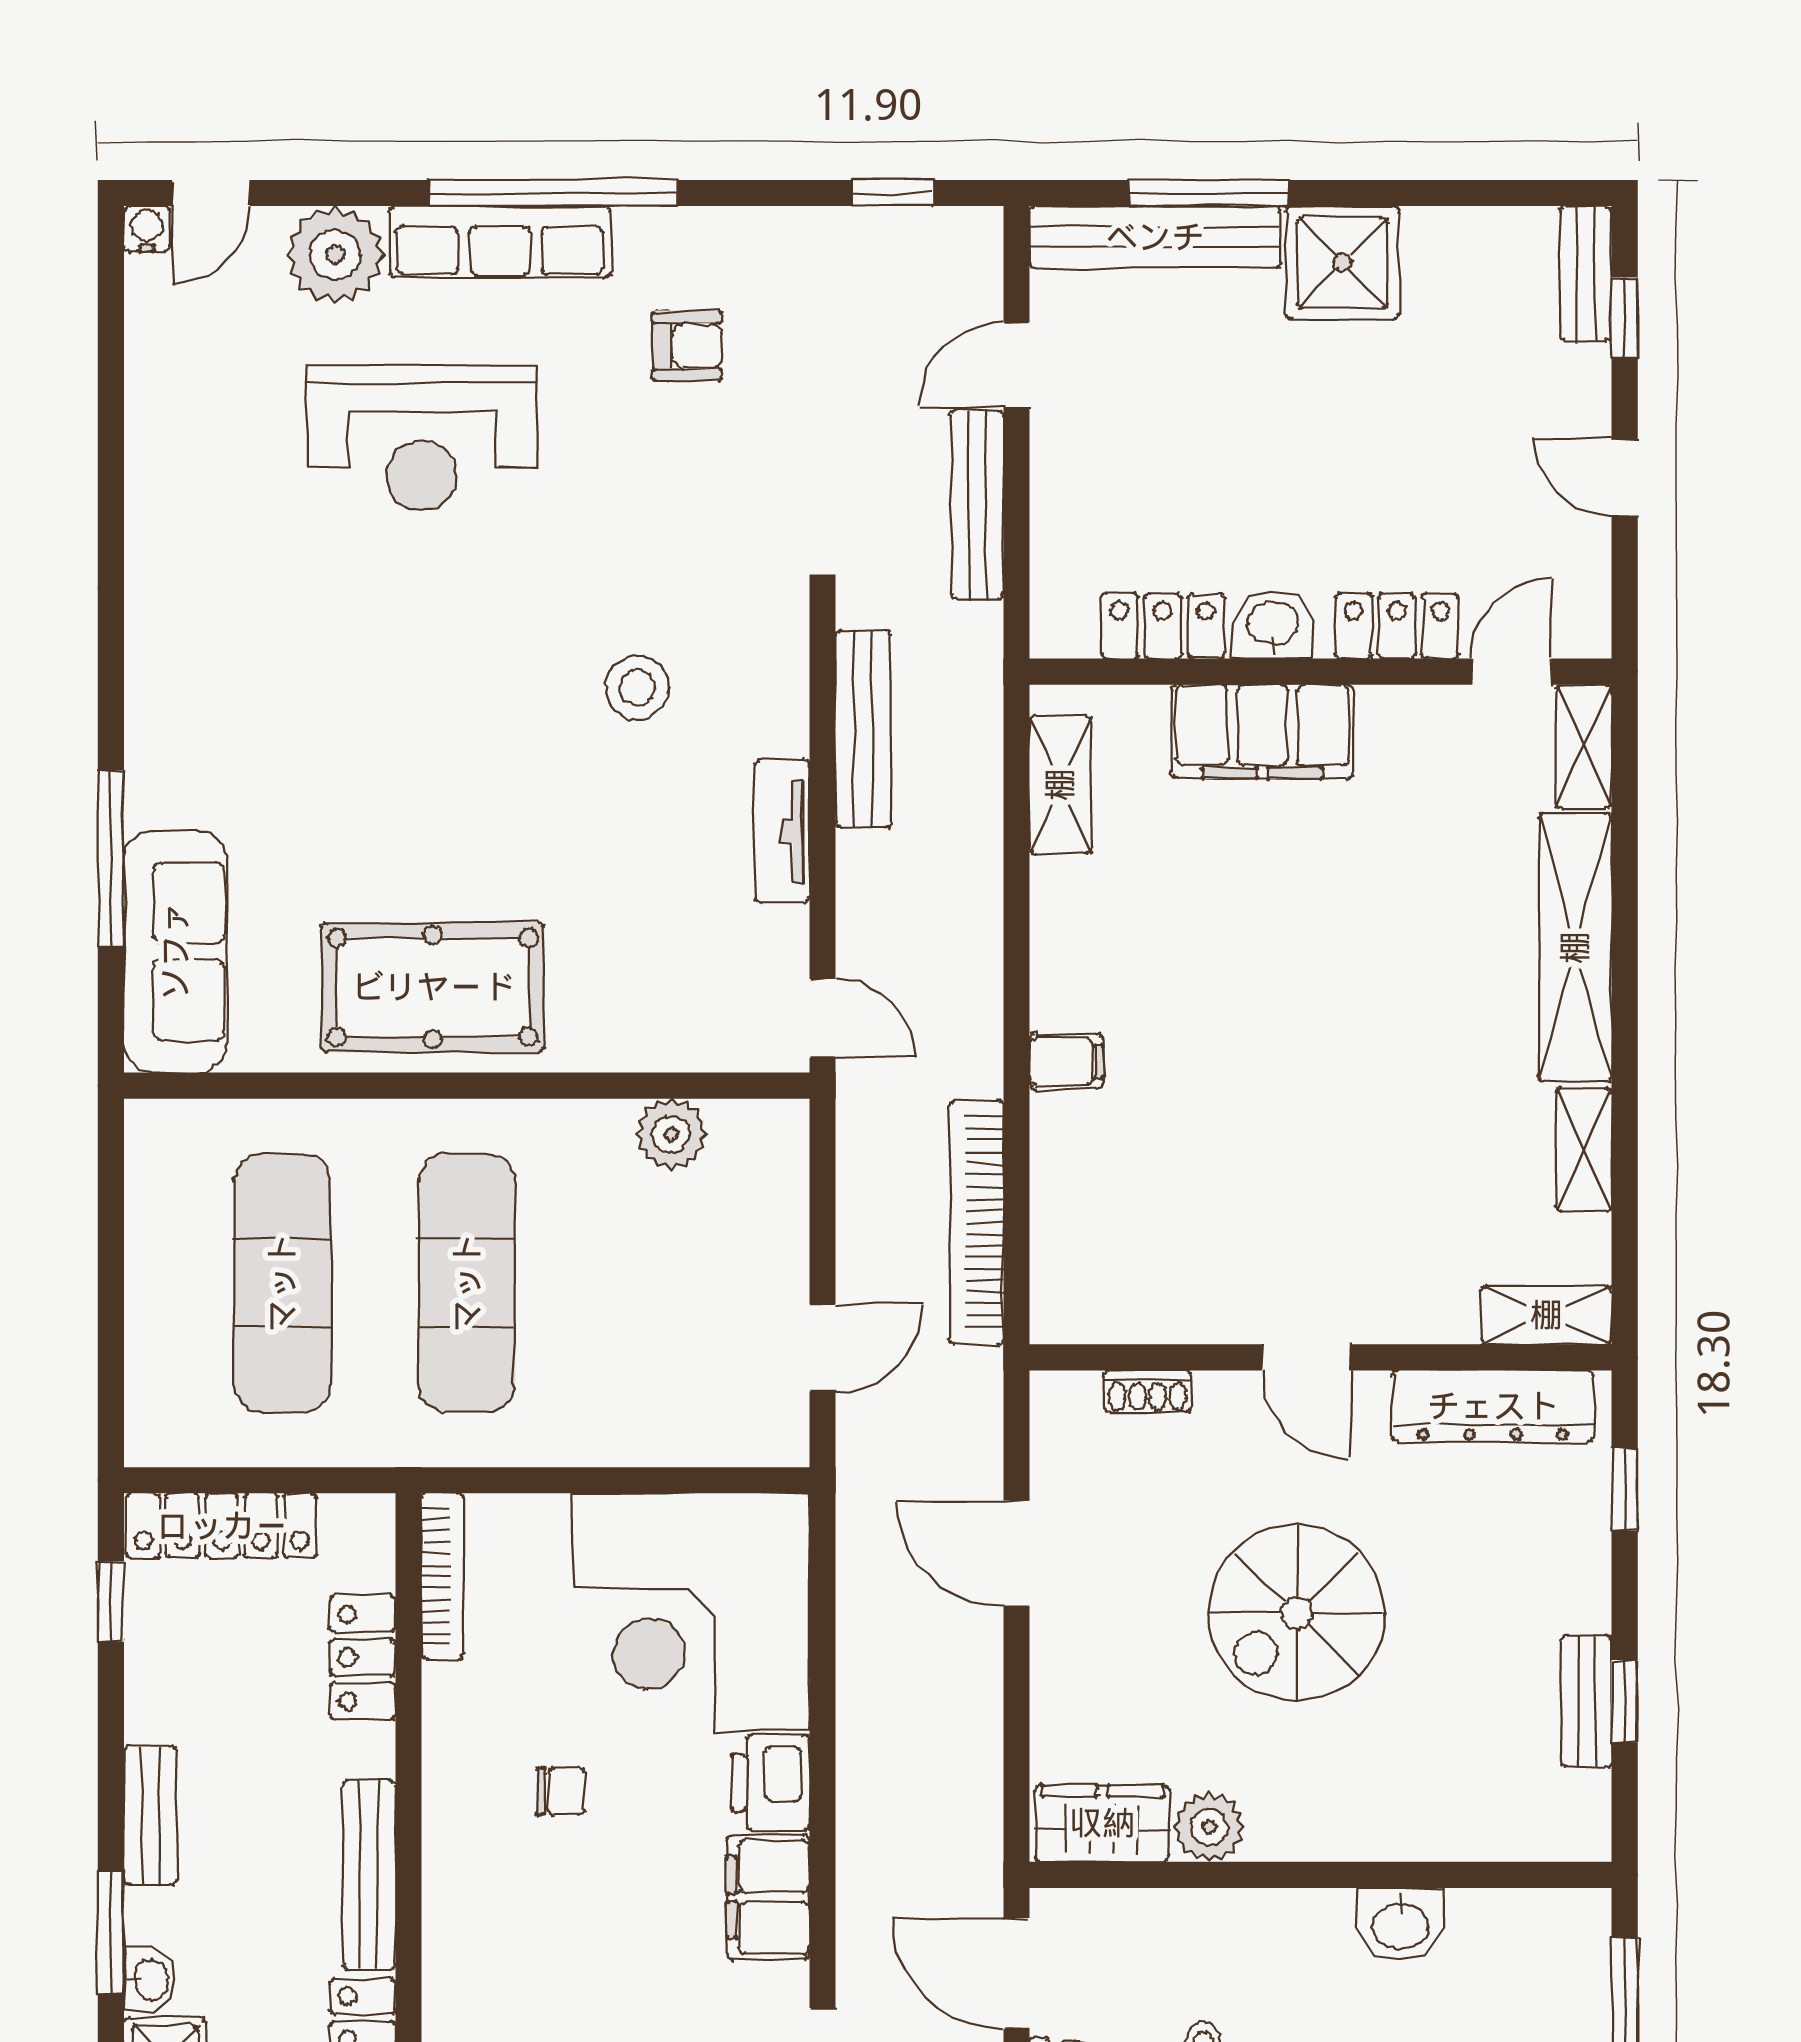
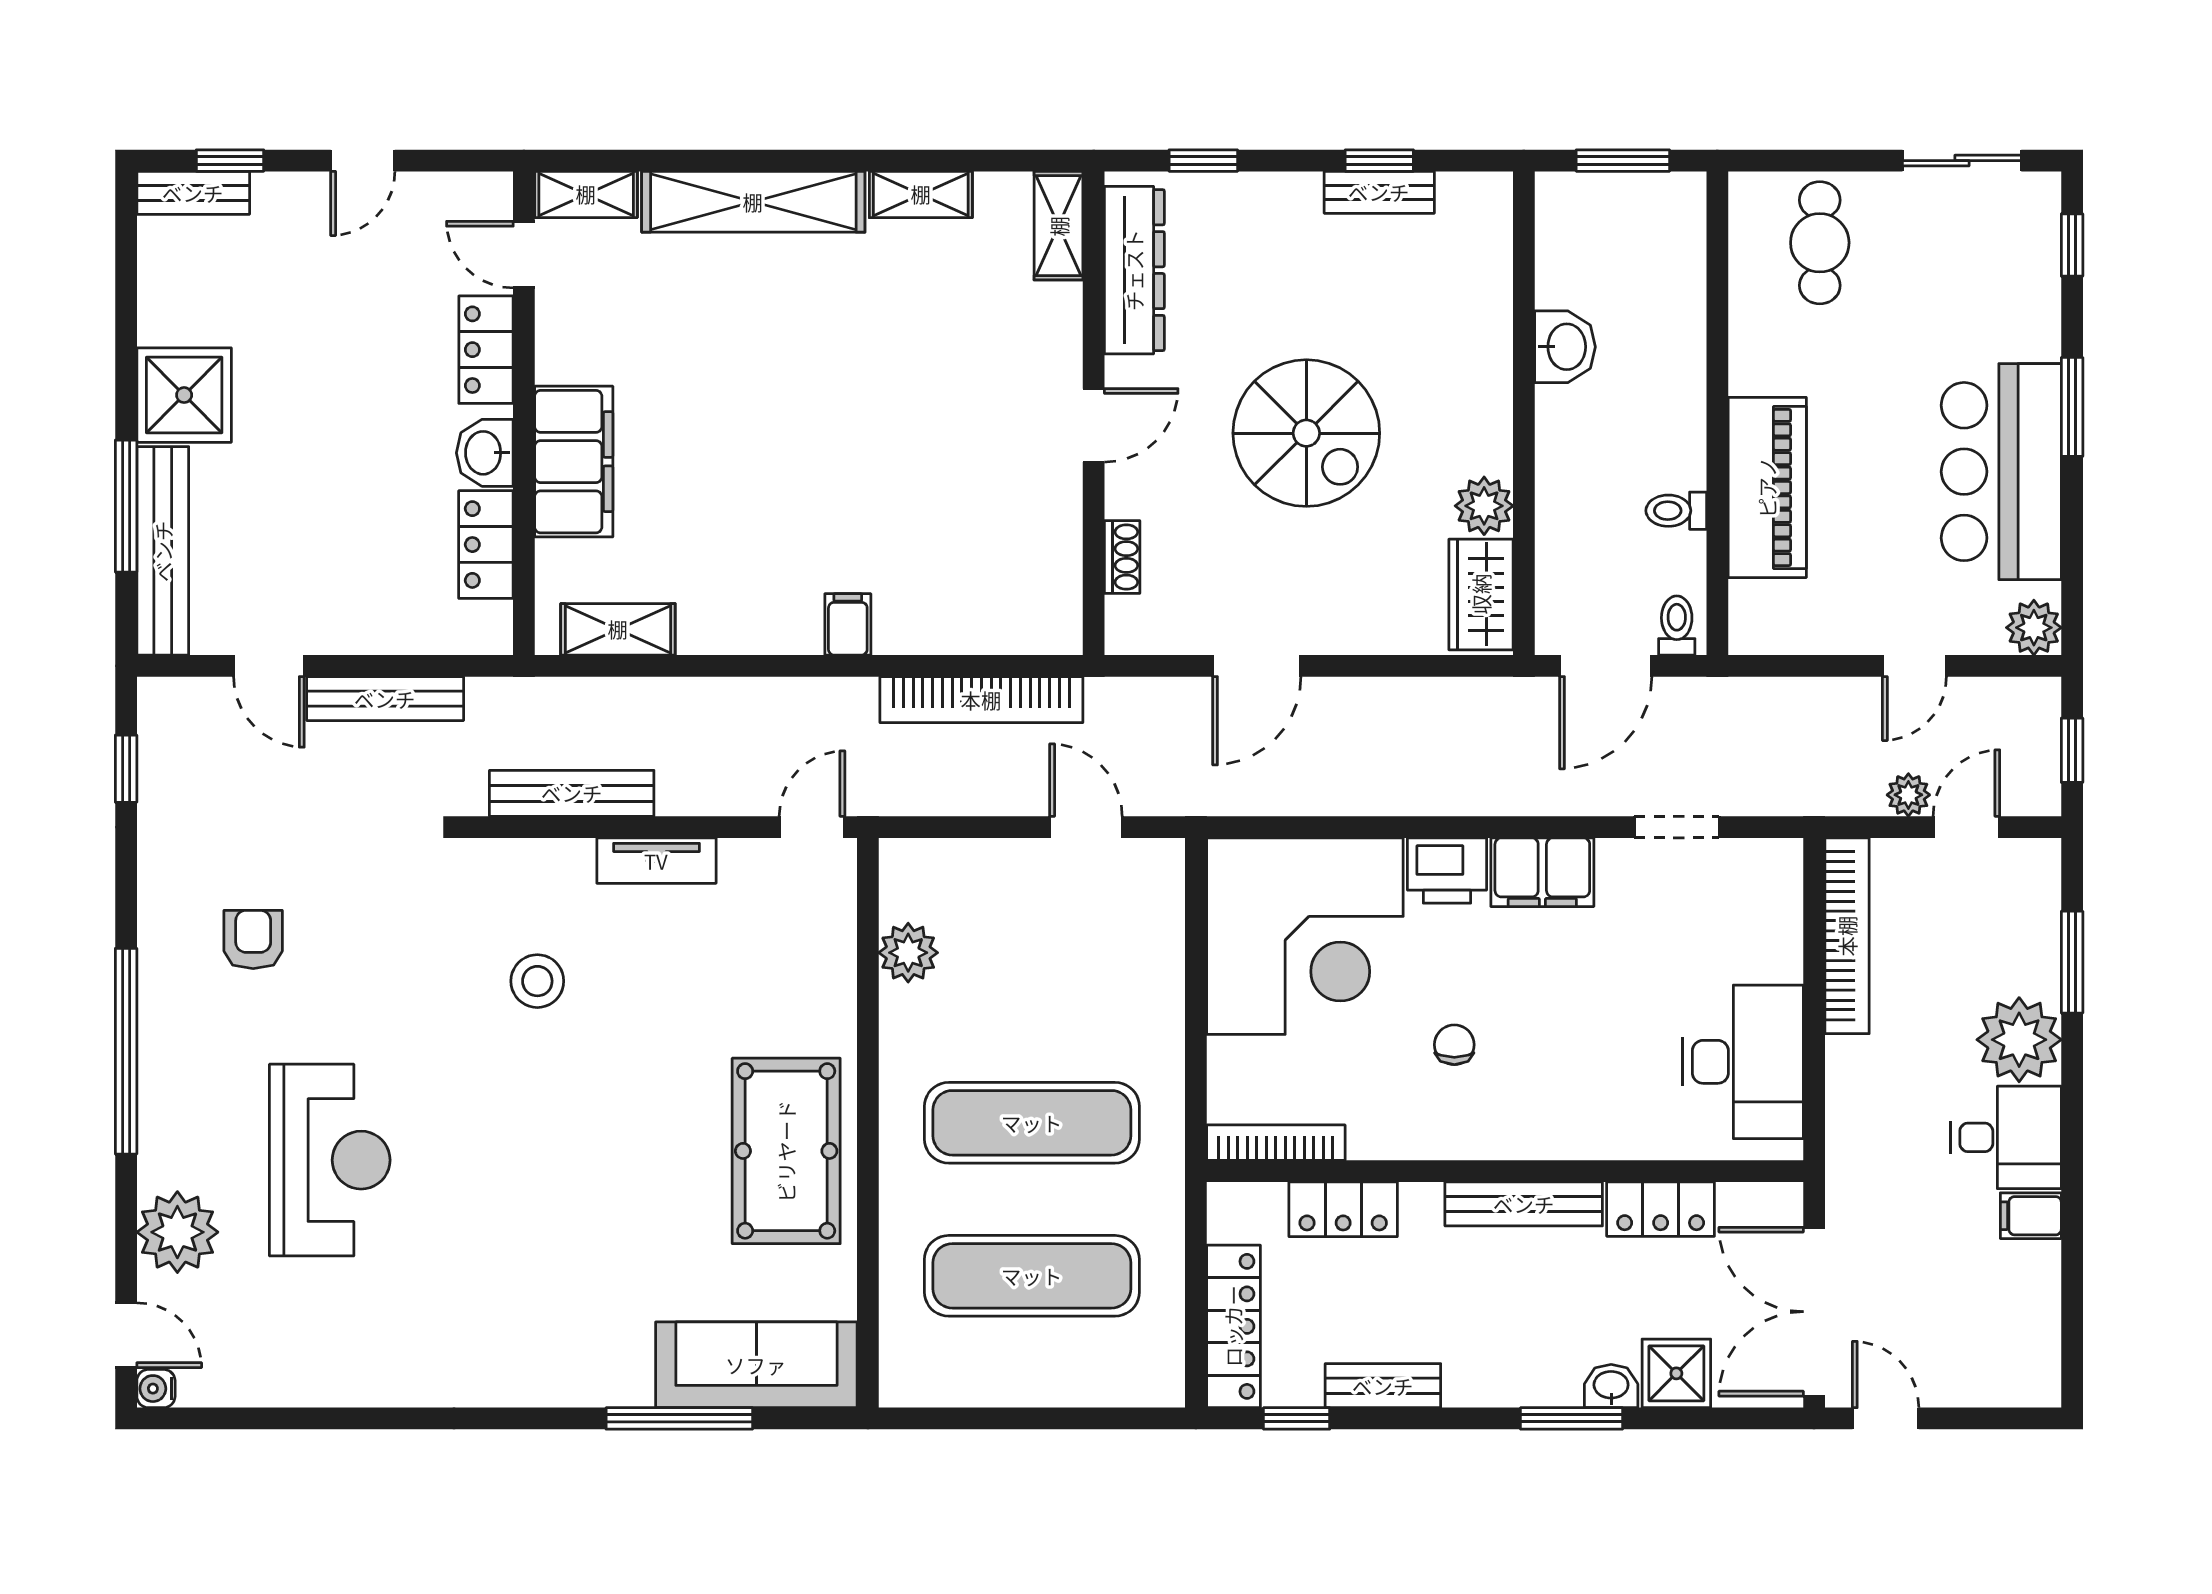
row of seats: (500, 242) -> (167, 1095), removed
bench: (150, 1815) -> (1383, 1386), moved

